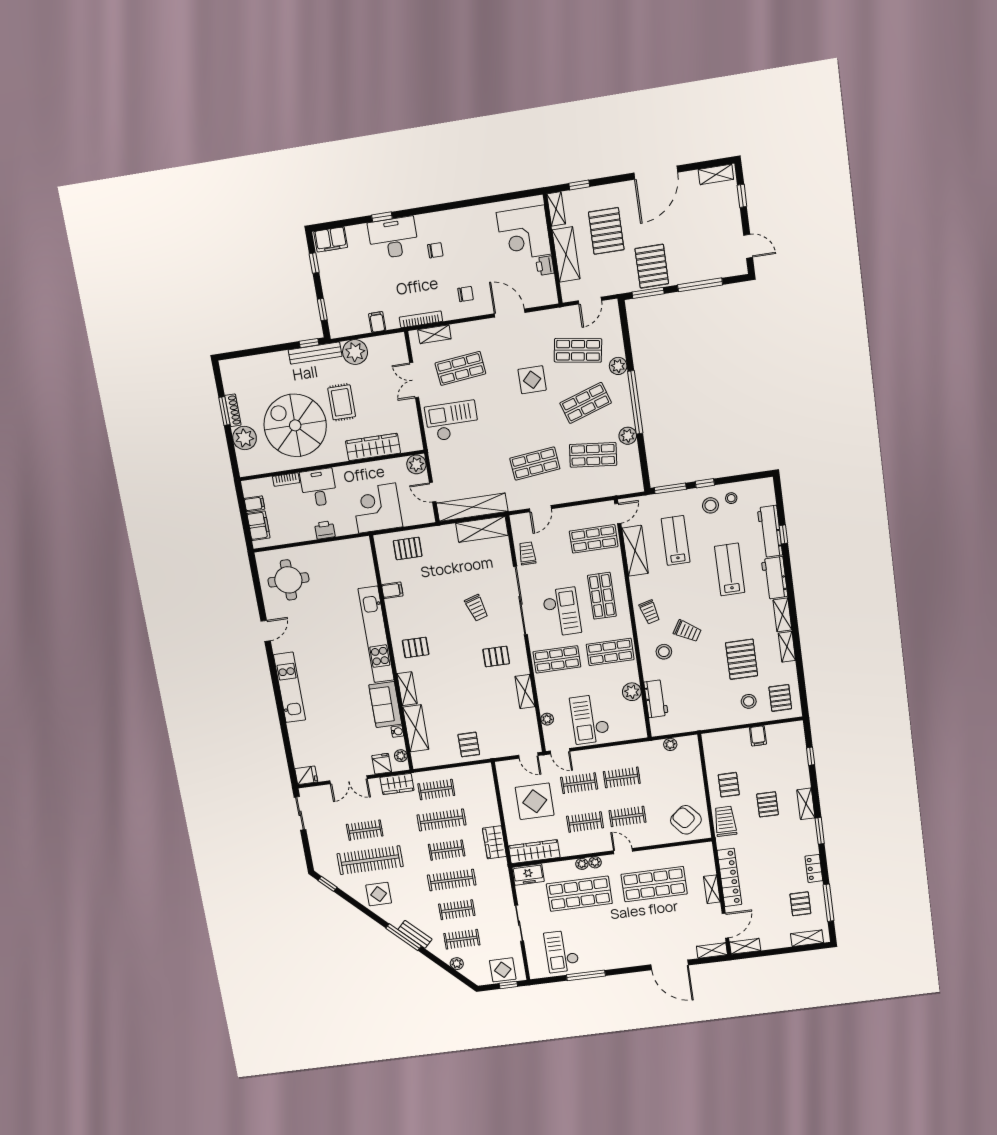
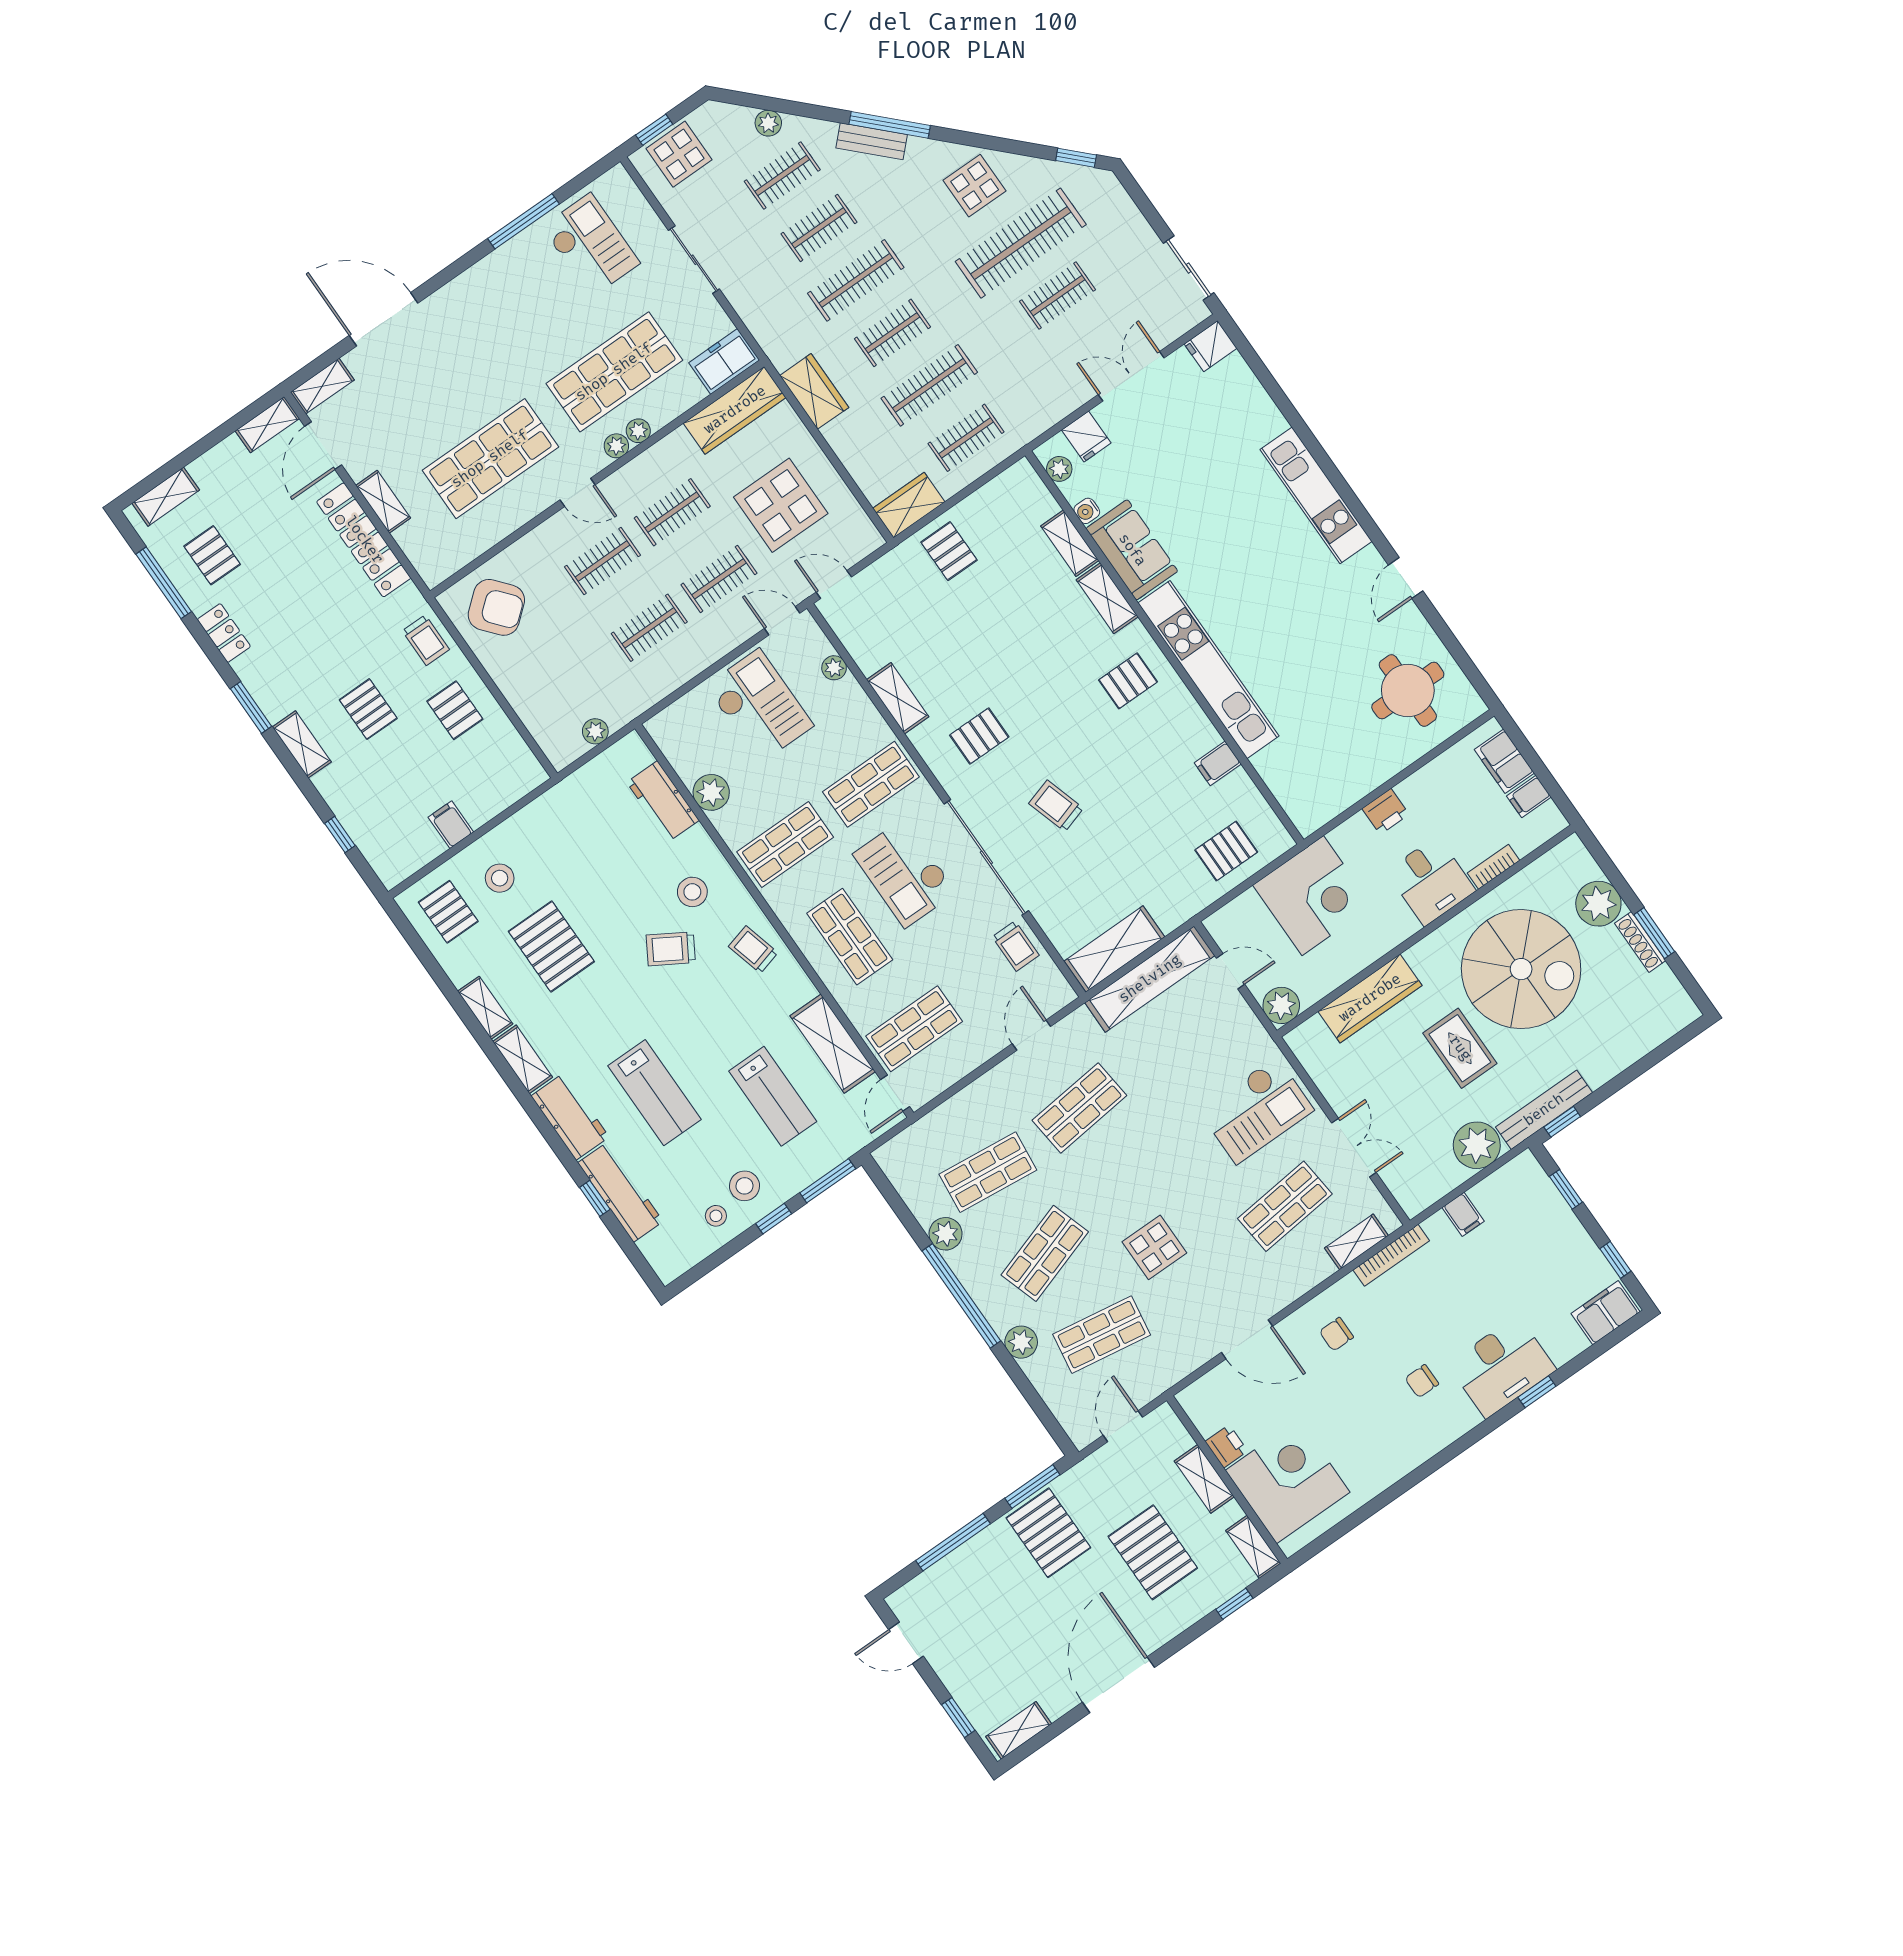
shelving: (566, 254) -> (1204, 1479), width x0.67, depth x0.75
shelving: (416, 728) -> (1070, 543), width x0.67, depth x0.75
wardrobe: (397, 784) -> (909, 505), moved
trolley: (725, 821) -> (426, 640), width x0.73, depth x0.72

